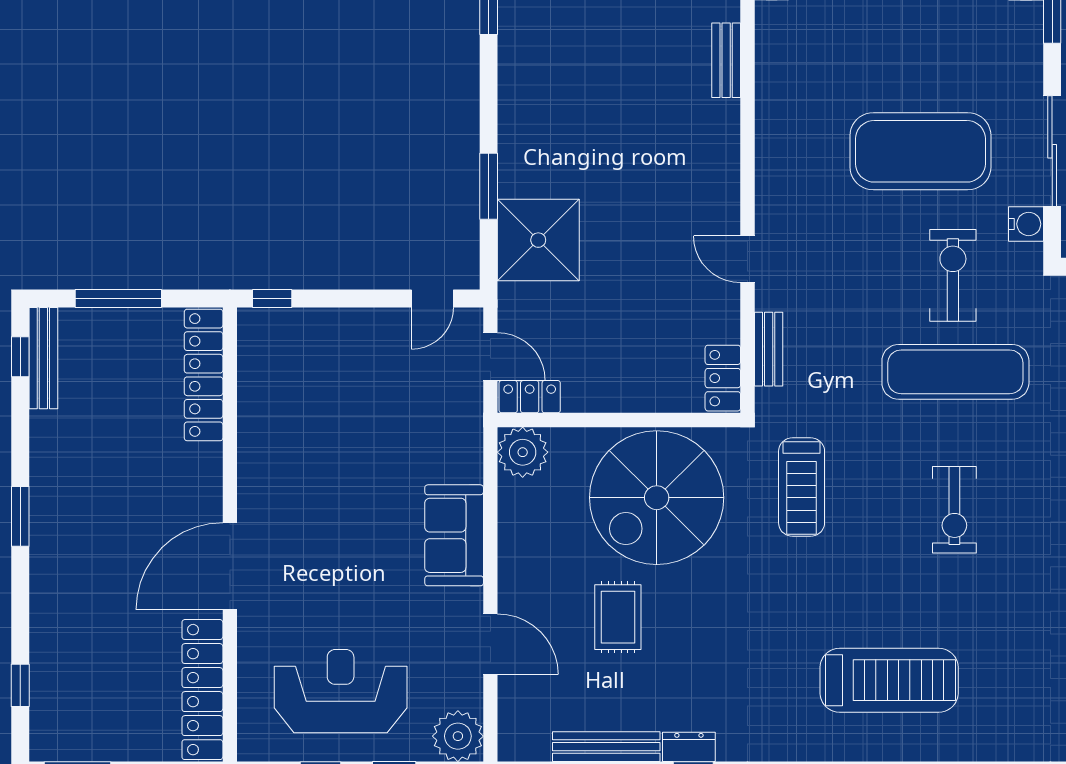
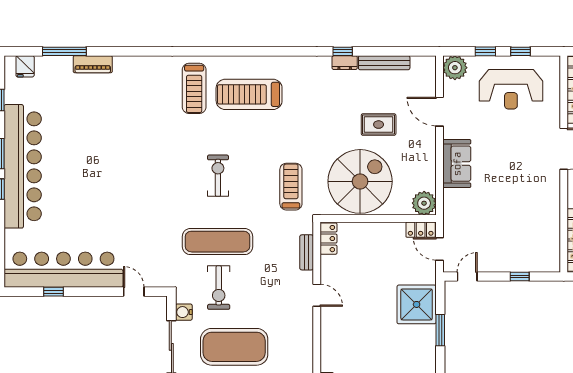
window: (272, 298) -> (520, 277), moved
rug: (618, 617) -> (379, 125), turned 90
treadmill: (1004, 693) -> (194, 88), added

